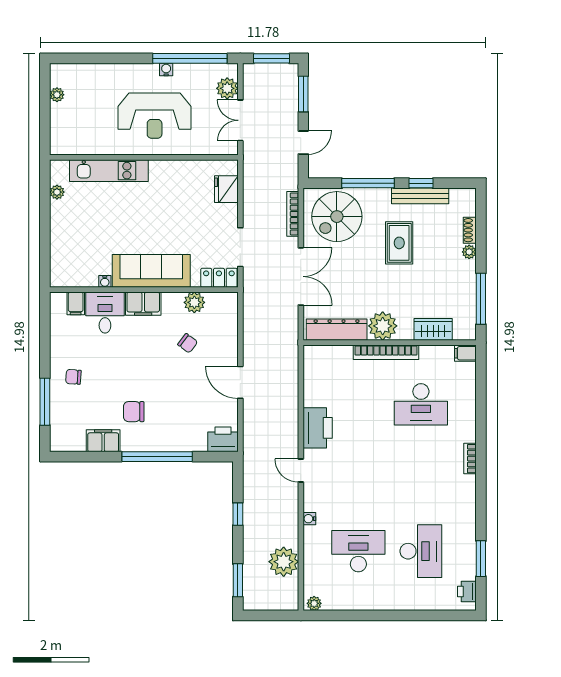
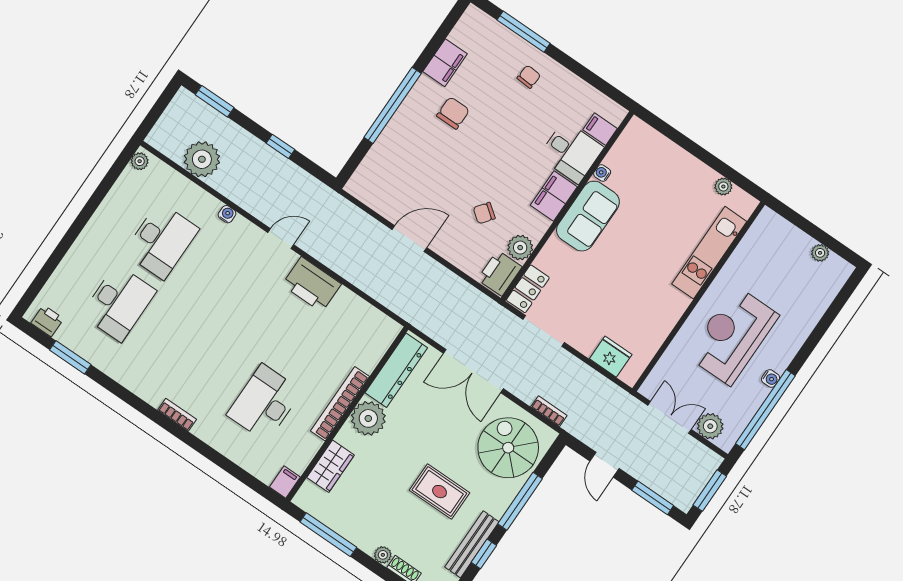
bookcase: (293, 214) -> (549, 411), width x0.64
sofa: (151, 271) -> (588, 216), width x0.73
printer: (223, 439) -> (500, 273), moved, turned 180
desk: (421, 551) -> (119, 303), turned -90

